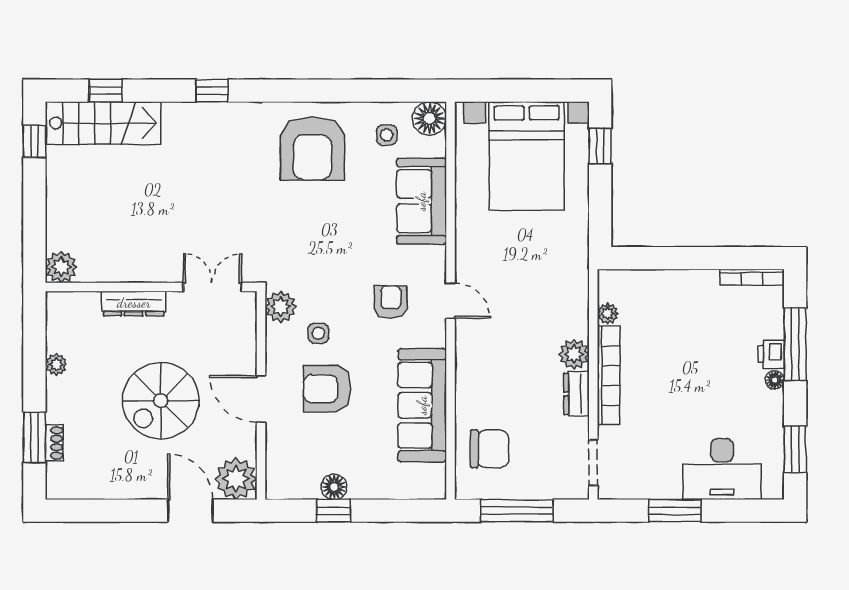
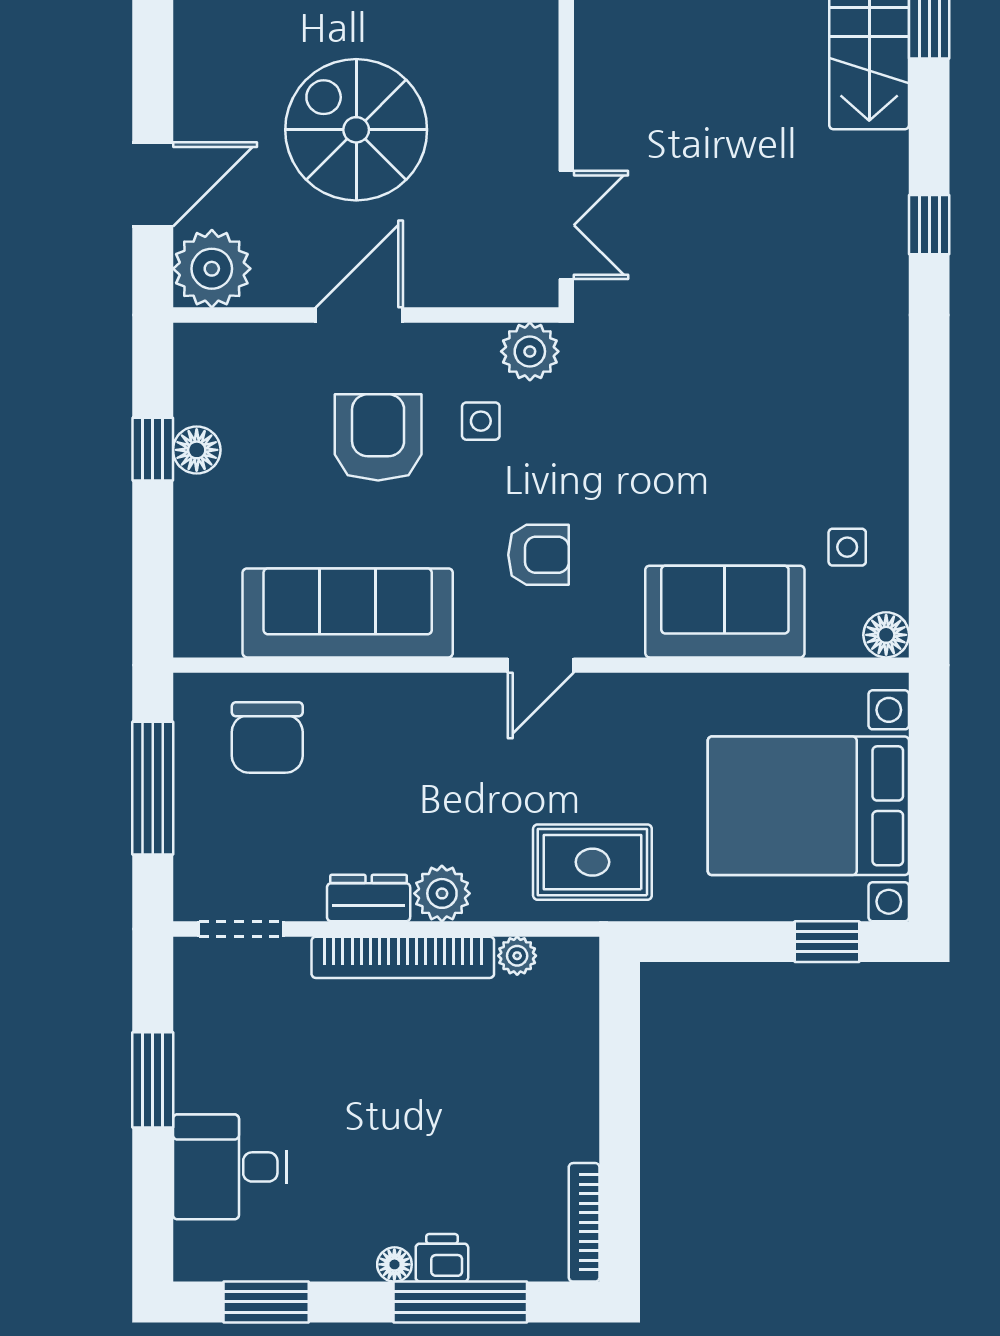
floor lamp: (429, 118) -> (886, 635), width x0.73, depth x0.73
armchair: (312, 148) -> (822, 410), removed
rug: (557, 273) -> (592, 862), added
dresser: (134, 303) -> (536, 80), removed
desk: (722, 469) -> (230, 1167), width x0.73

